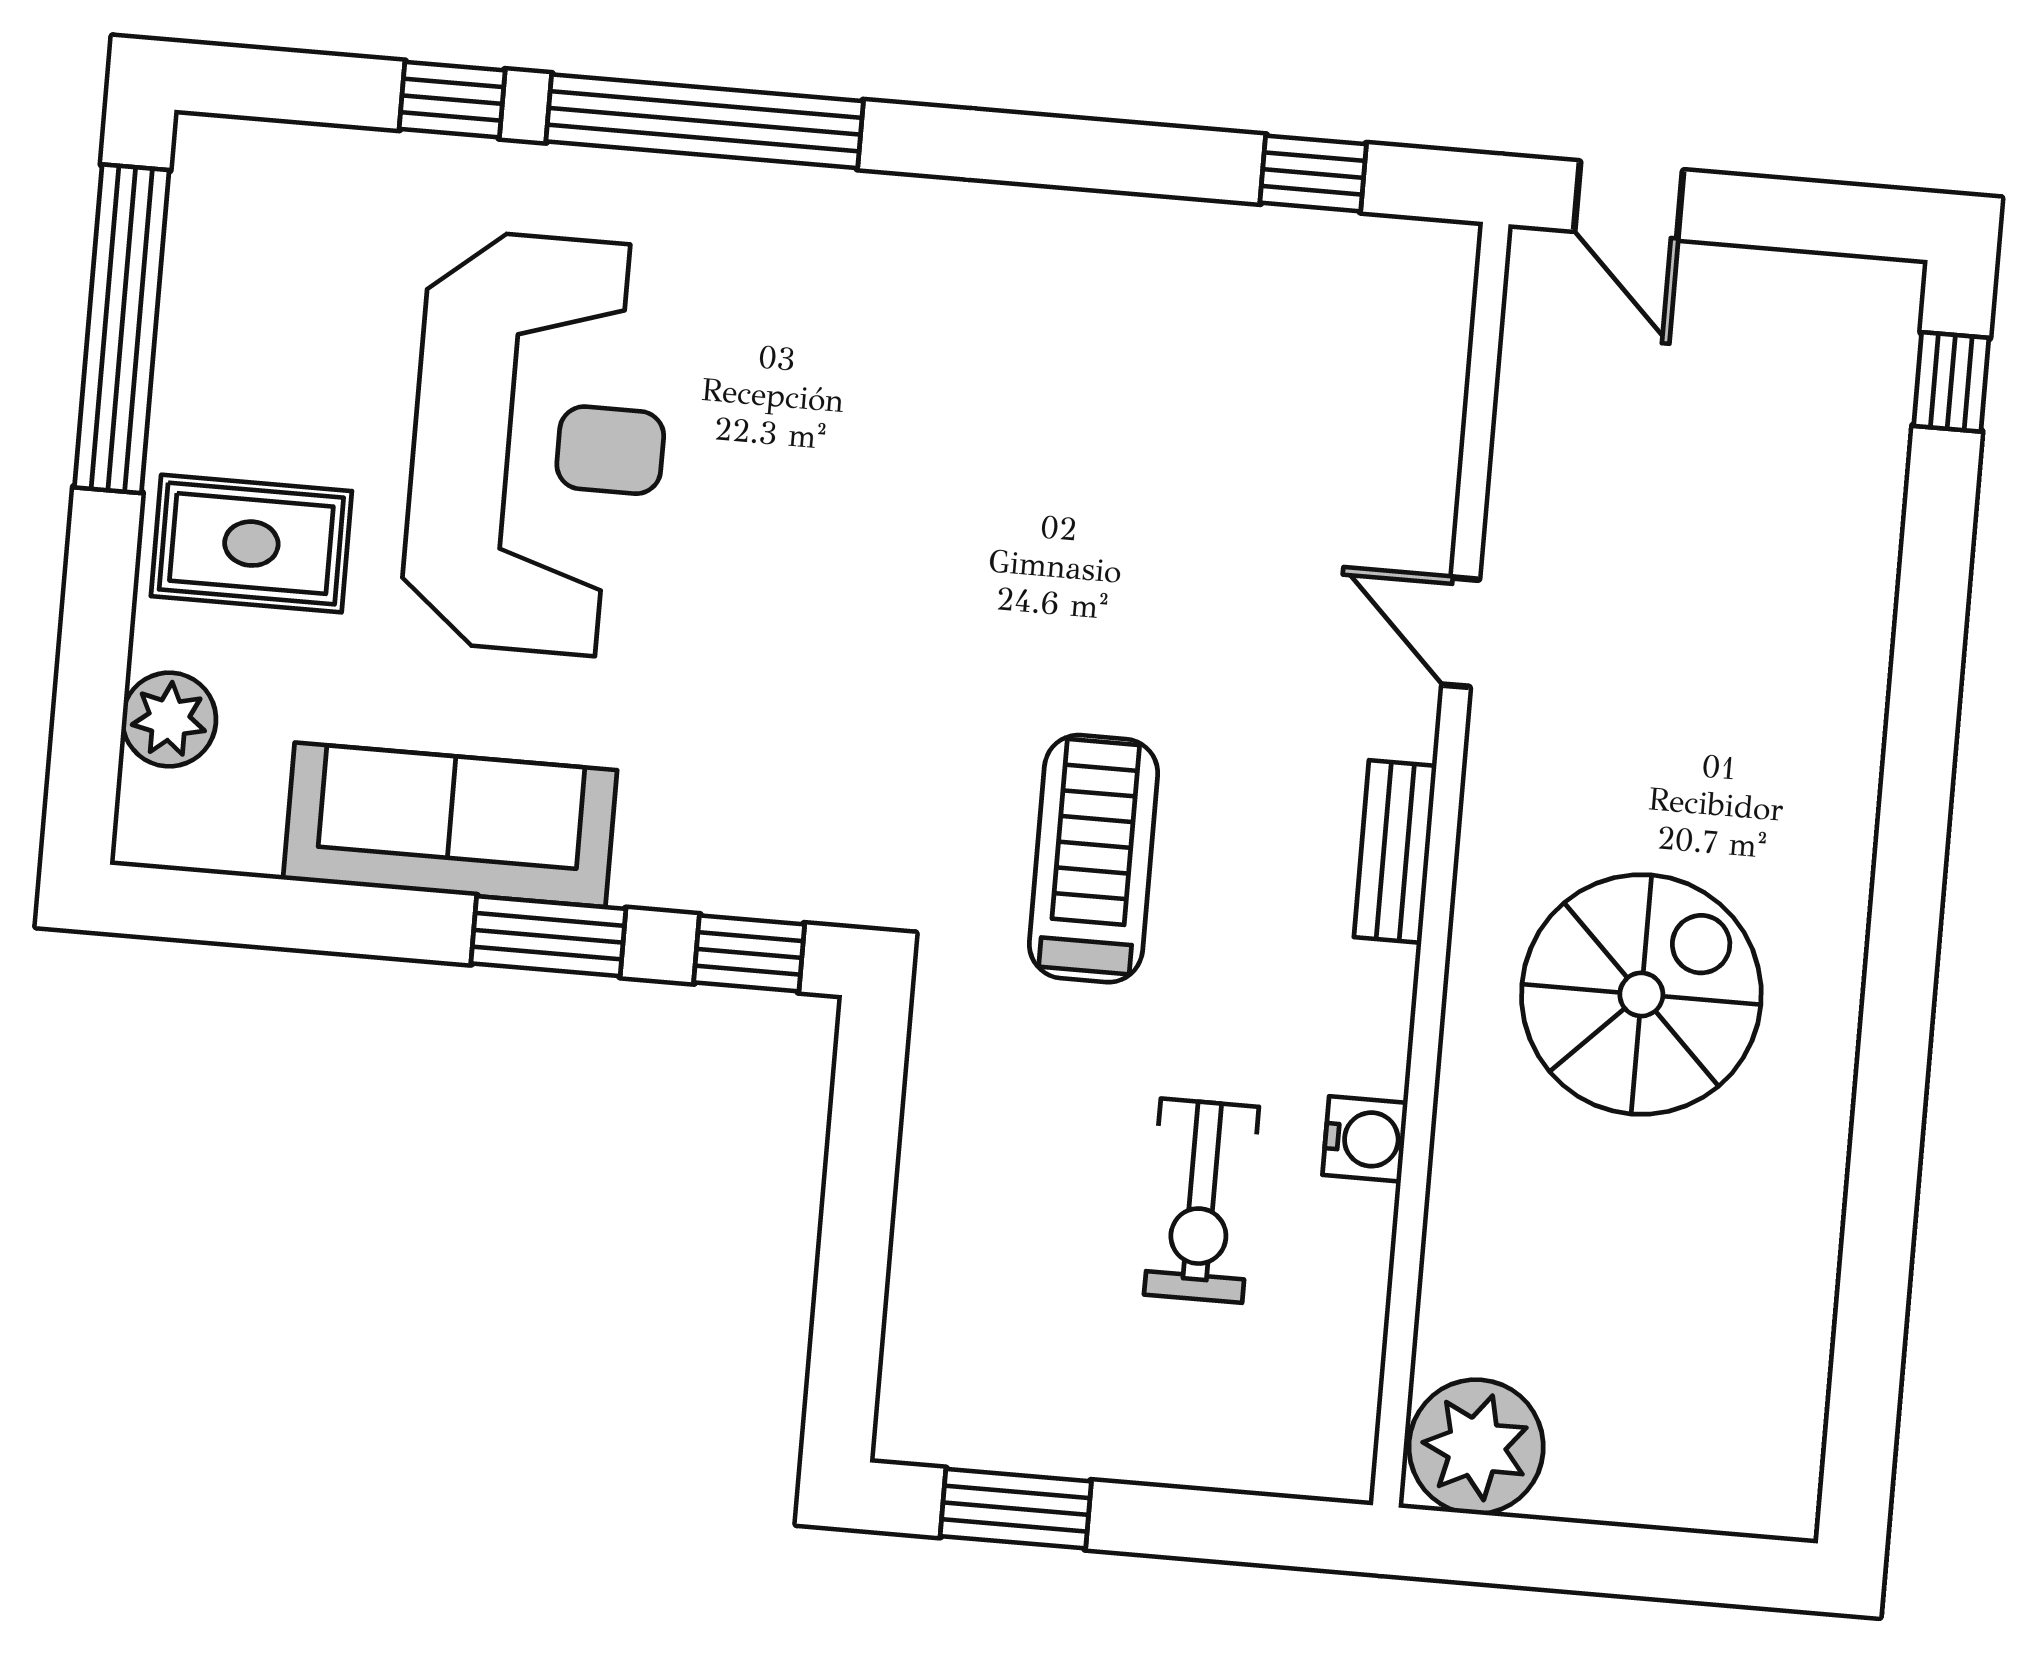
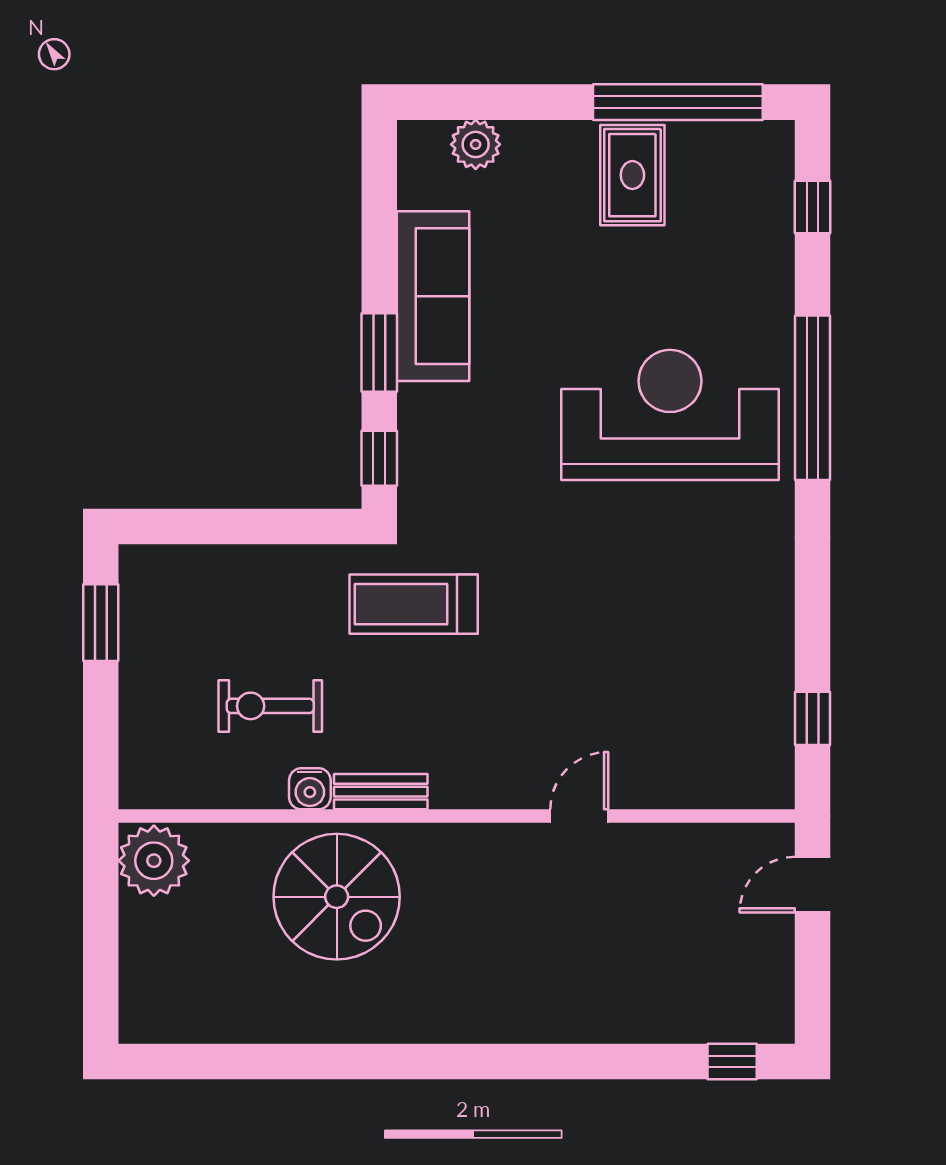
window: (452, 100) -> (813, 207), moved
reception desk: (538, 444) -> (670, 415), moved, turned 180
rug: (251, 544) -> (632, 175), moved
bench: (1395, 851) -> (381, 792), moved
treadmill: (1093, 859) -> (414, 604), moved, turned 180
spiral stairs: (1641, 994) -> (337, 897), moved

